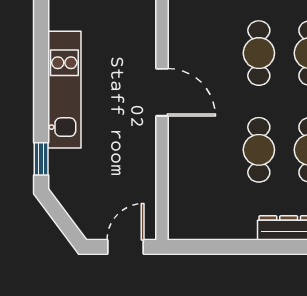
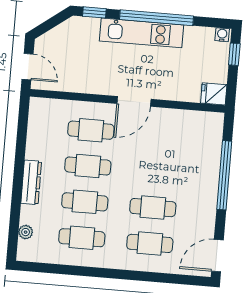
cafe table: (259, 53) -> (91, 130), moved
window: (41, 70) -> (157, 18), added

